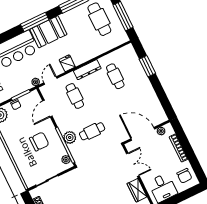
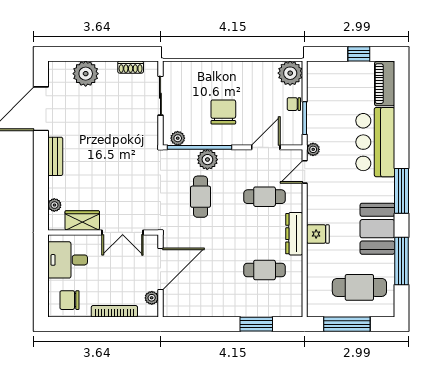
booth: (48, 32) -> (377, 229), moved
fridge: (67, 63) -> (318, 234), moved
door: (50, 81) -> (305, 172), swing flipped
door: (47, 109) -> (266, 147), hinge flipped
chair: (39, 142) -> (223, 112), turned 180

